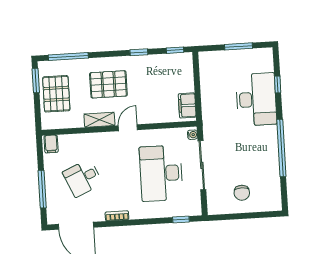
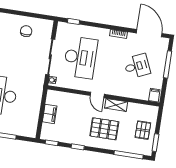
pallet: (56, 94) -> (143, 130), width x0.67, depth x0.71
filing cabinet: (187, 105) -> (50, 114), moved
door: (128, 128) -> (97, 95), hinge flipped

